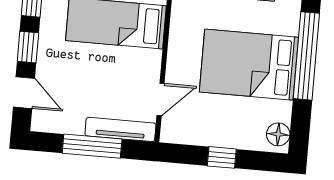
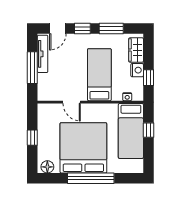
bed: (249, 65) -> (83, 148), width x1.36
door: (161, 99) -> (72, 102), moved
tv unit: (120, 129) -> (43, 54), moved

